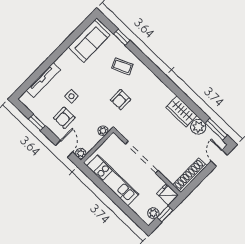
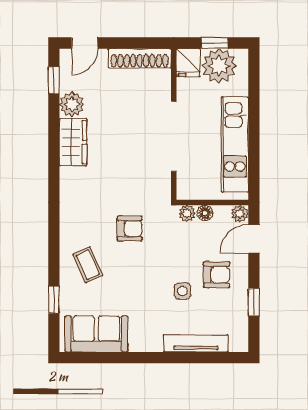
window: (216, 129) -> (54, 80), width x0.67
floor lamp: (96, 139) -> (205, 213), added
plant: (153, 213) -> (219, 66), width x1.88, depth x1.88

